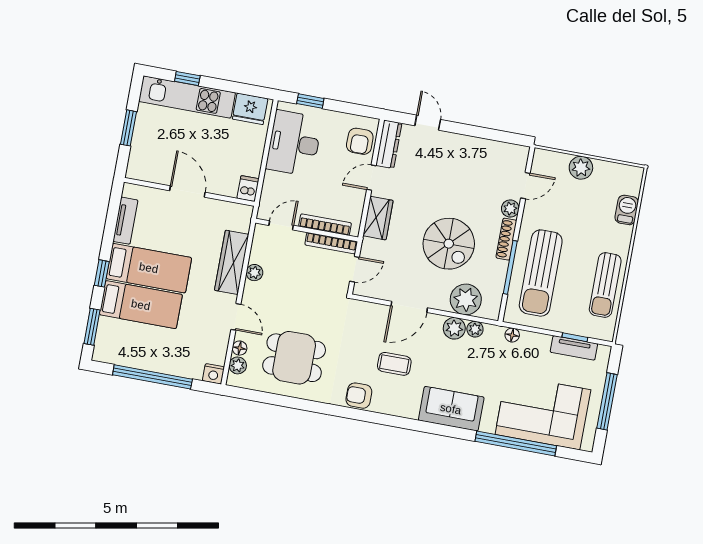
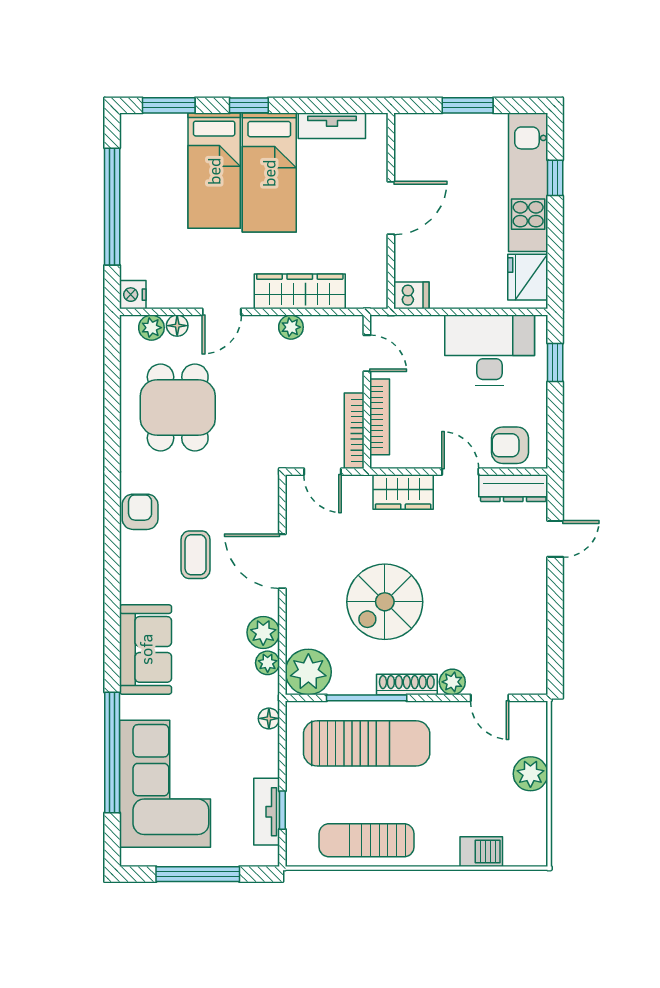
sun lounger: (541, 273) -> (367, 743), turned 180
plant: (466, 299) -> (308, 672), moved

